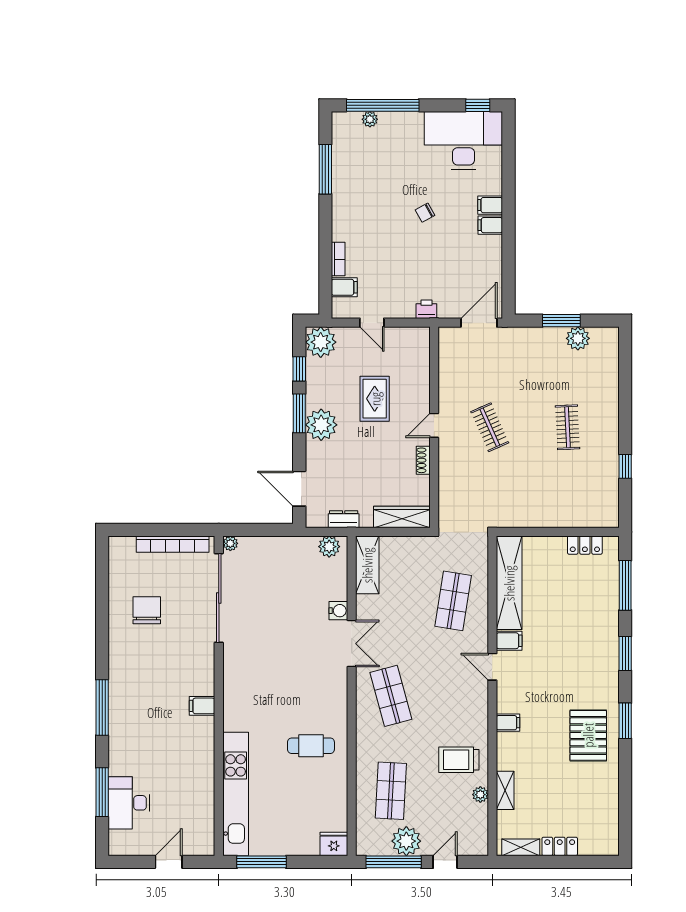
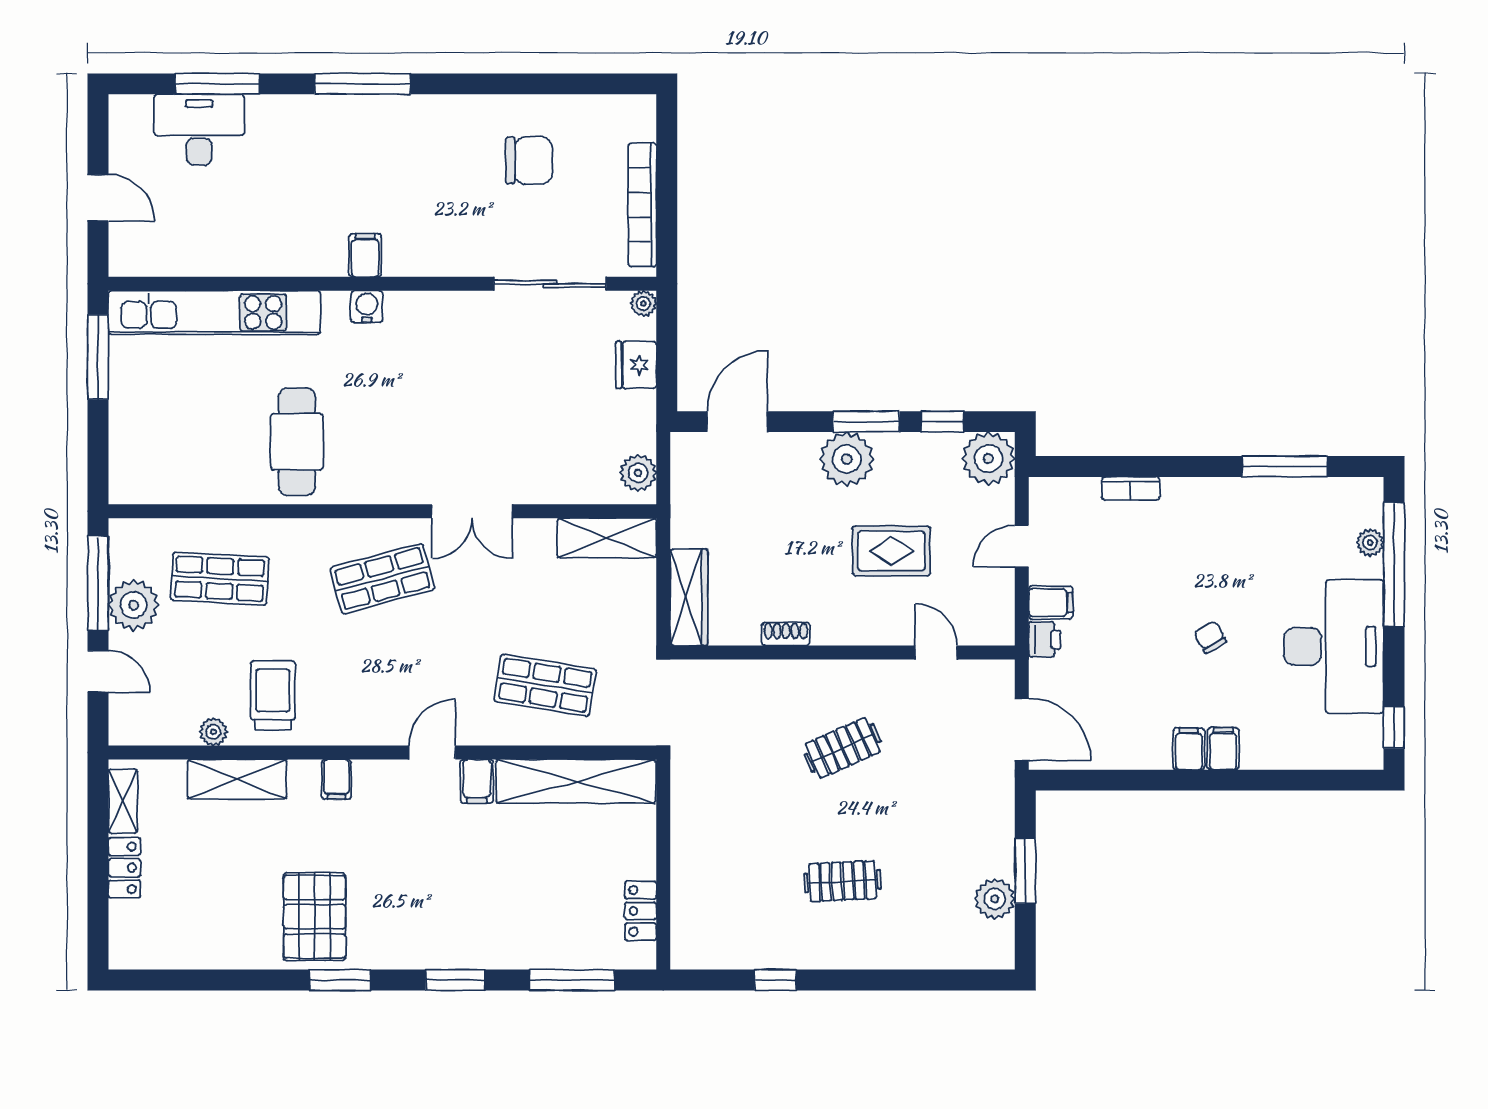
desk: (463, 141) -> (1334, 646), moved
filing cabinet: (344, 287) -> (1051, 603), moved, turned -90
door: (434, 425) -> (936, 653), moved
dresser: (344, 519) -> (685, 498), removed
sliding door: (219, 598) -> (550, 284), width x0.73
water cooler: (338, 611) -> (367, 306), moved, turned 180
pallet: (588, 735) -> (315, 917), turned 90
cafe table: (311, 746) -> (297, 442), width x1.37, depth x1.35
shelving: (505, 790) -> (237, 779), width x1.50, depth x1.33
fridge: (334, 844) -> (636, 365), moved, turned 180

